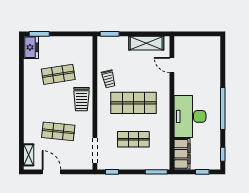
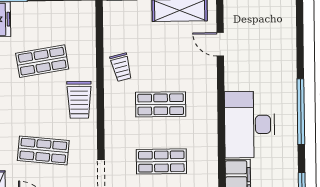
shop shelf: (133, 103) -> (161, 104), width x0.70, depth x0.74

